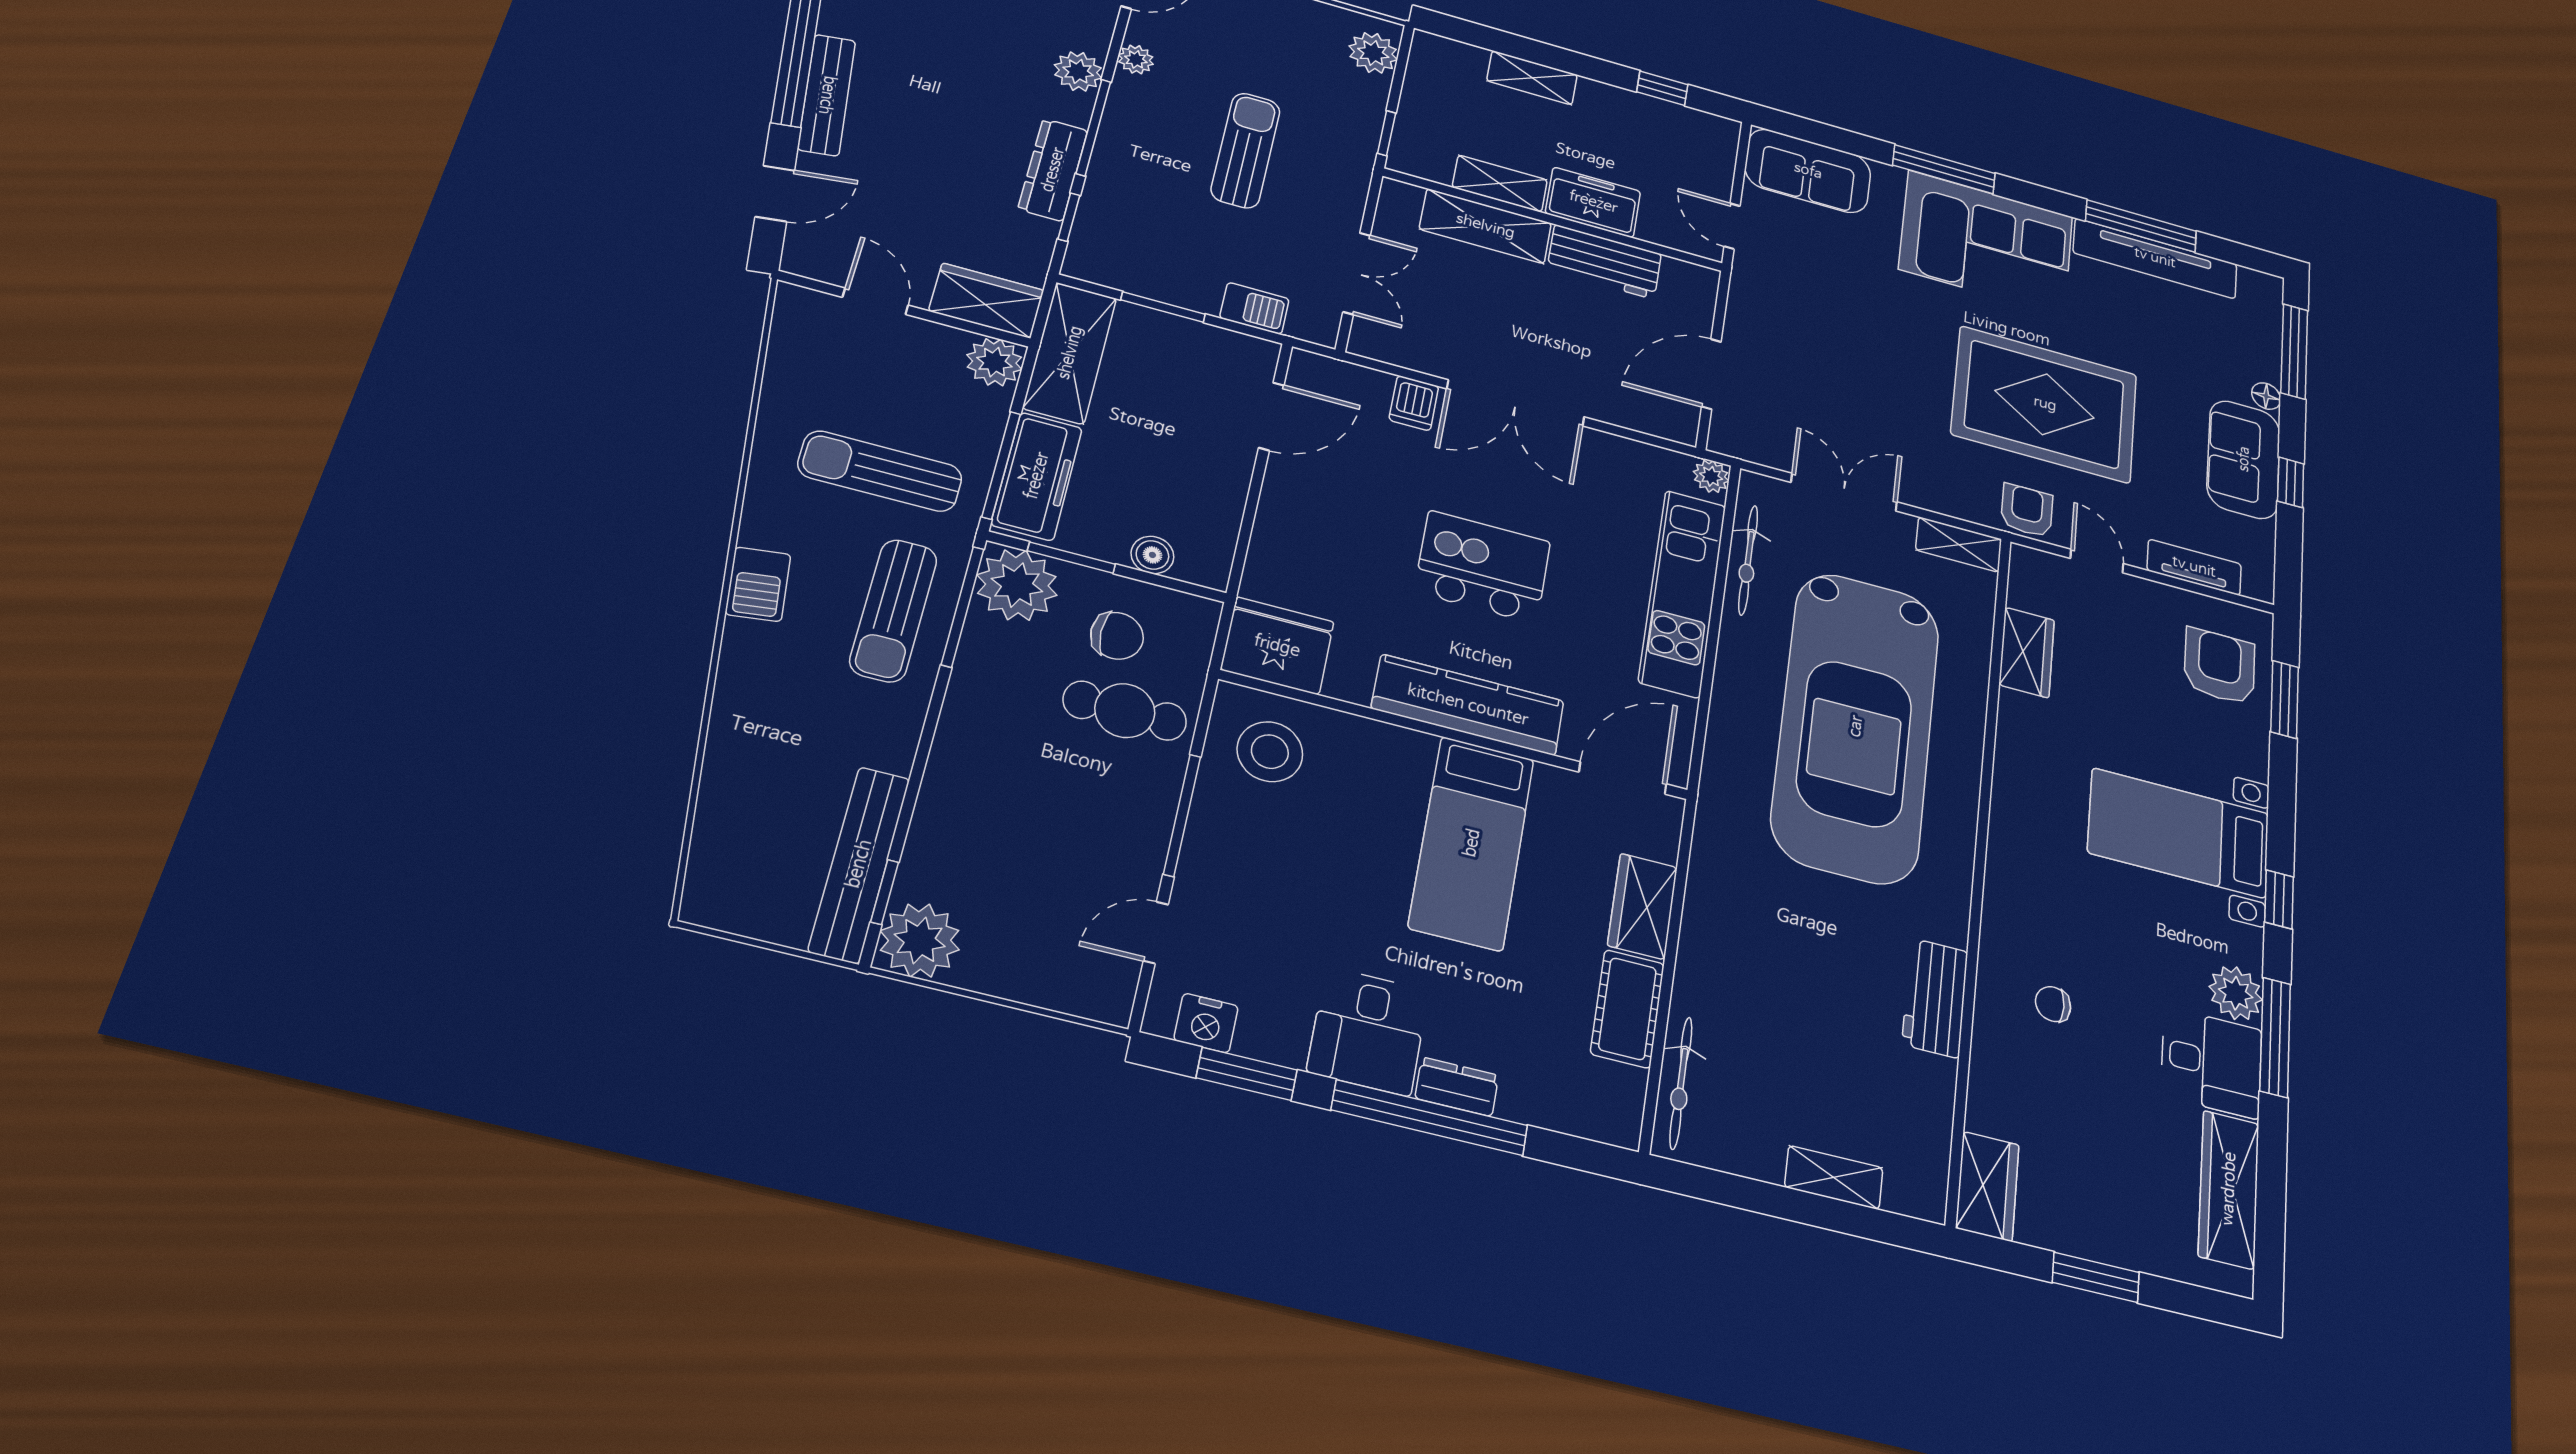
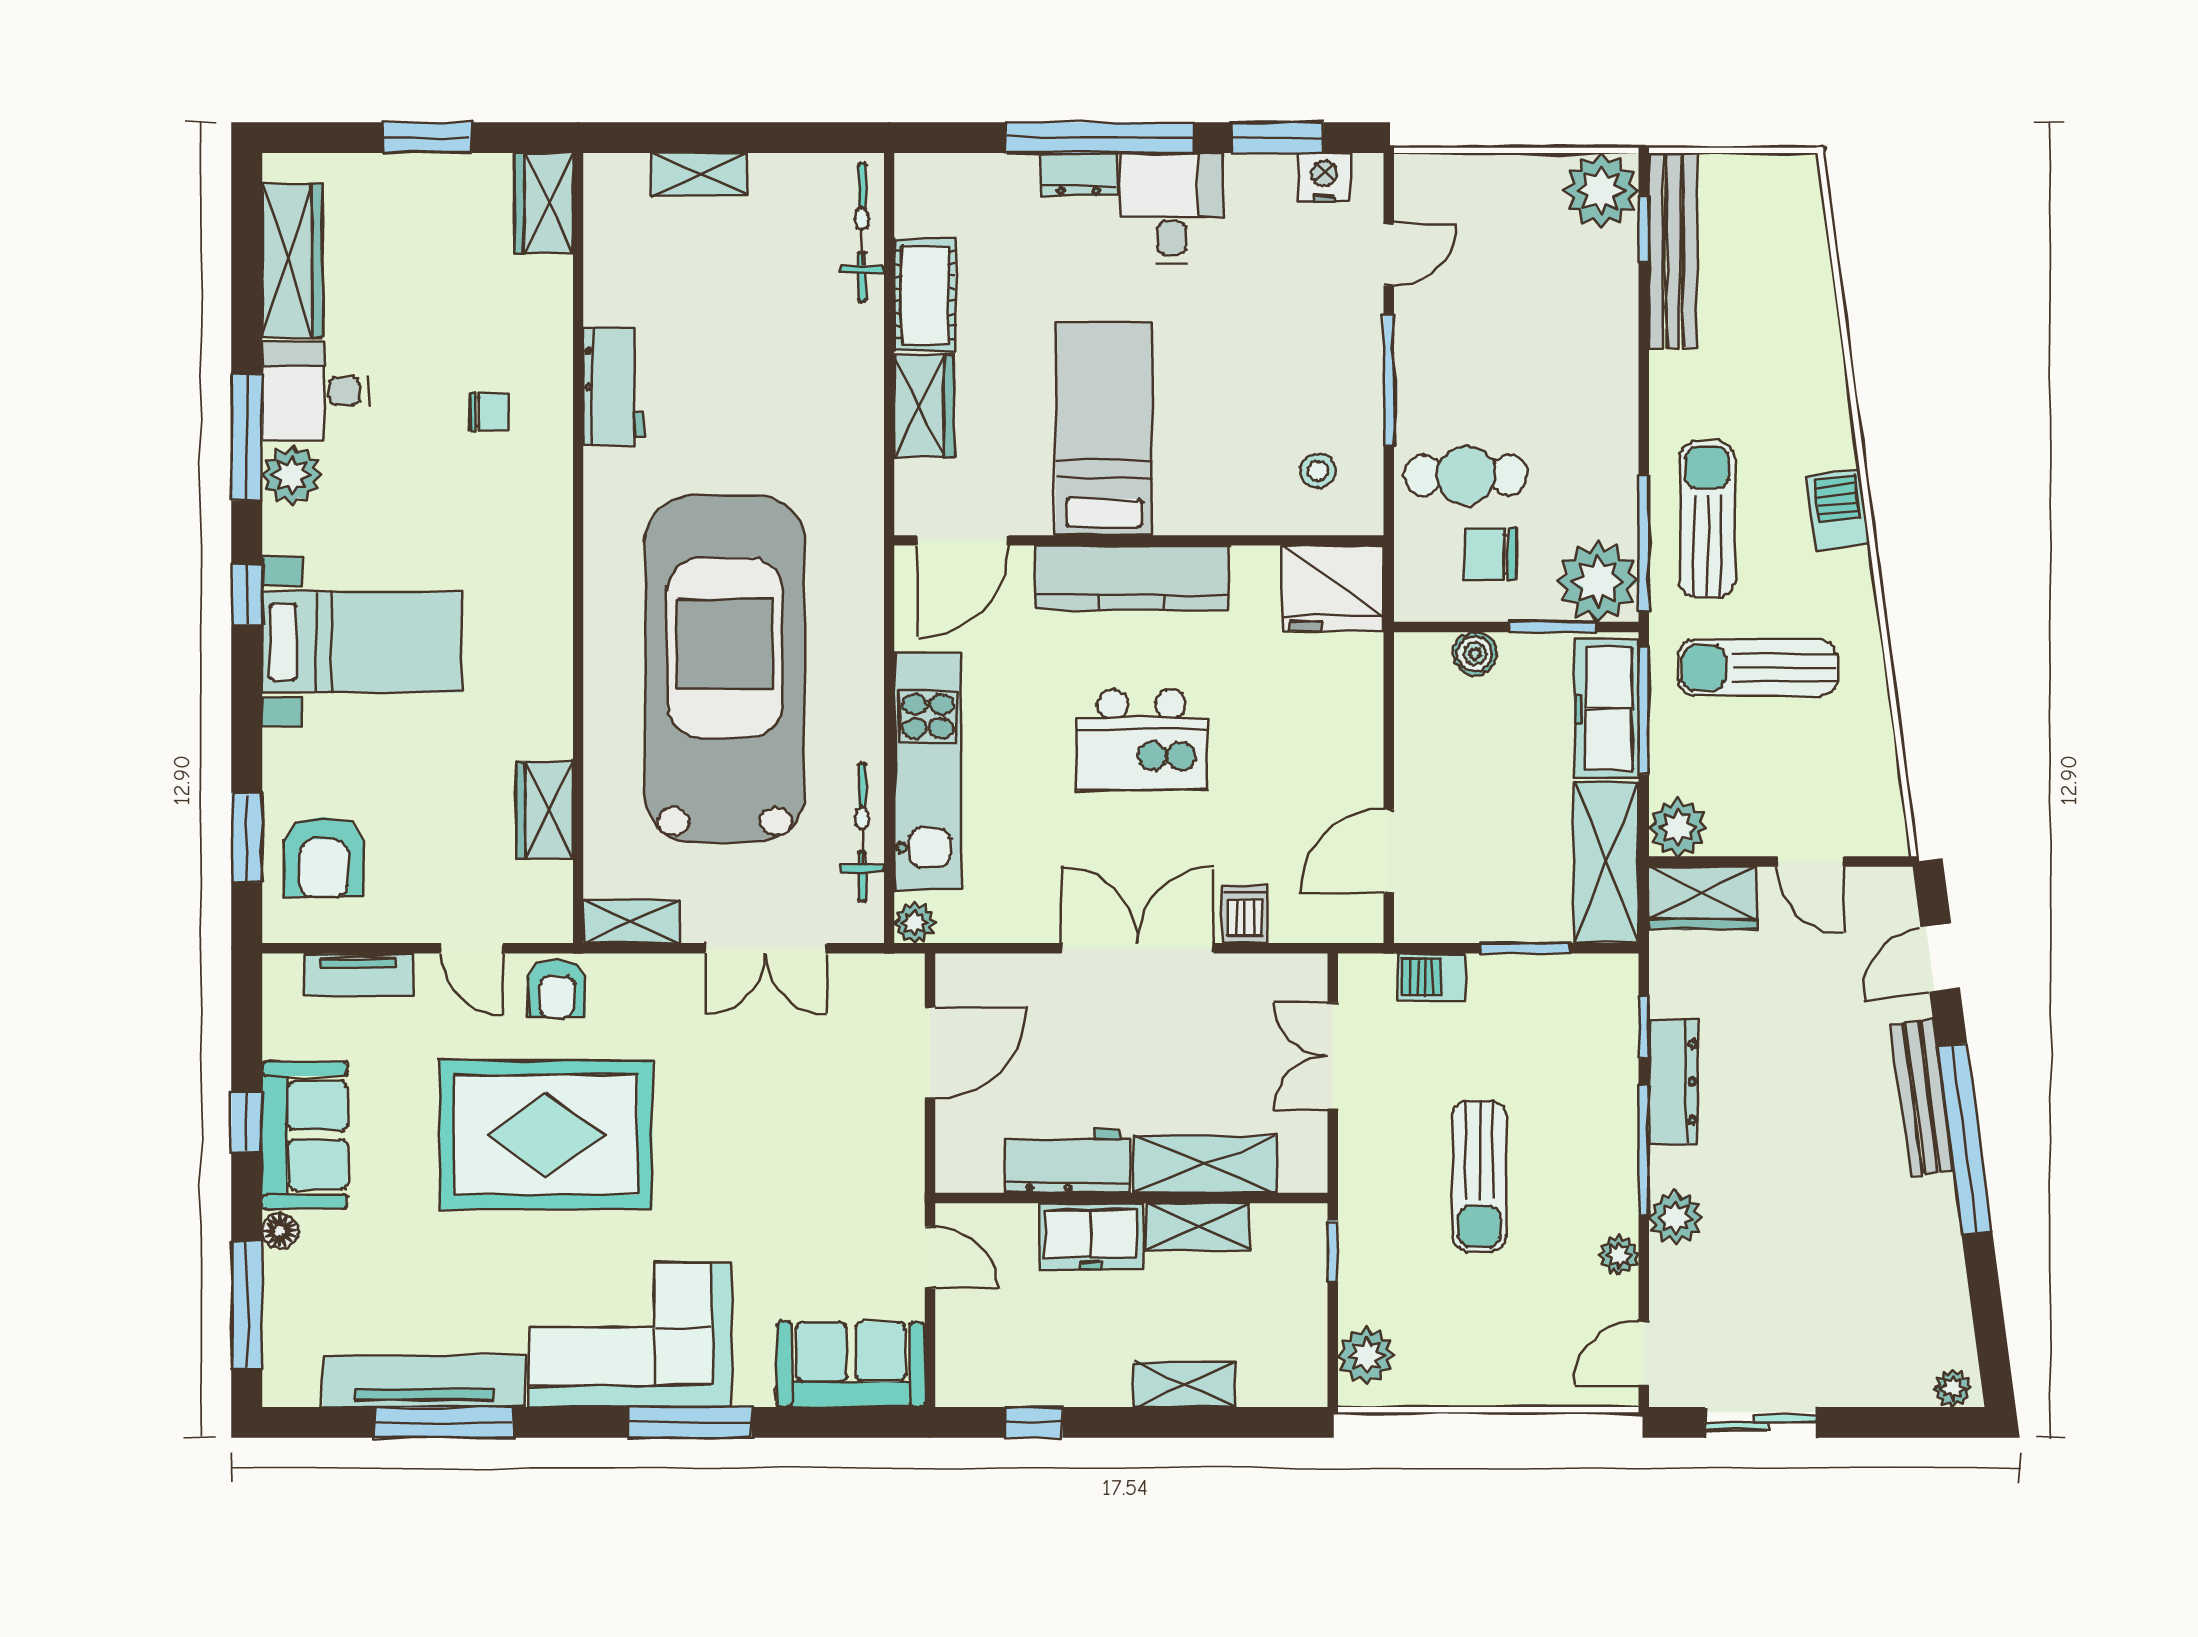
sun lounger: (880, 471) -> (1757, 668), turned 180
stool: (1270, 752) -> (1318, 471), width x0.53, depth x0.53

